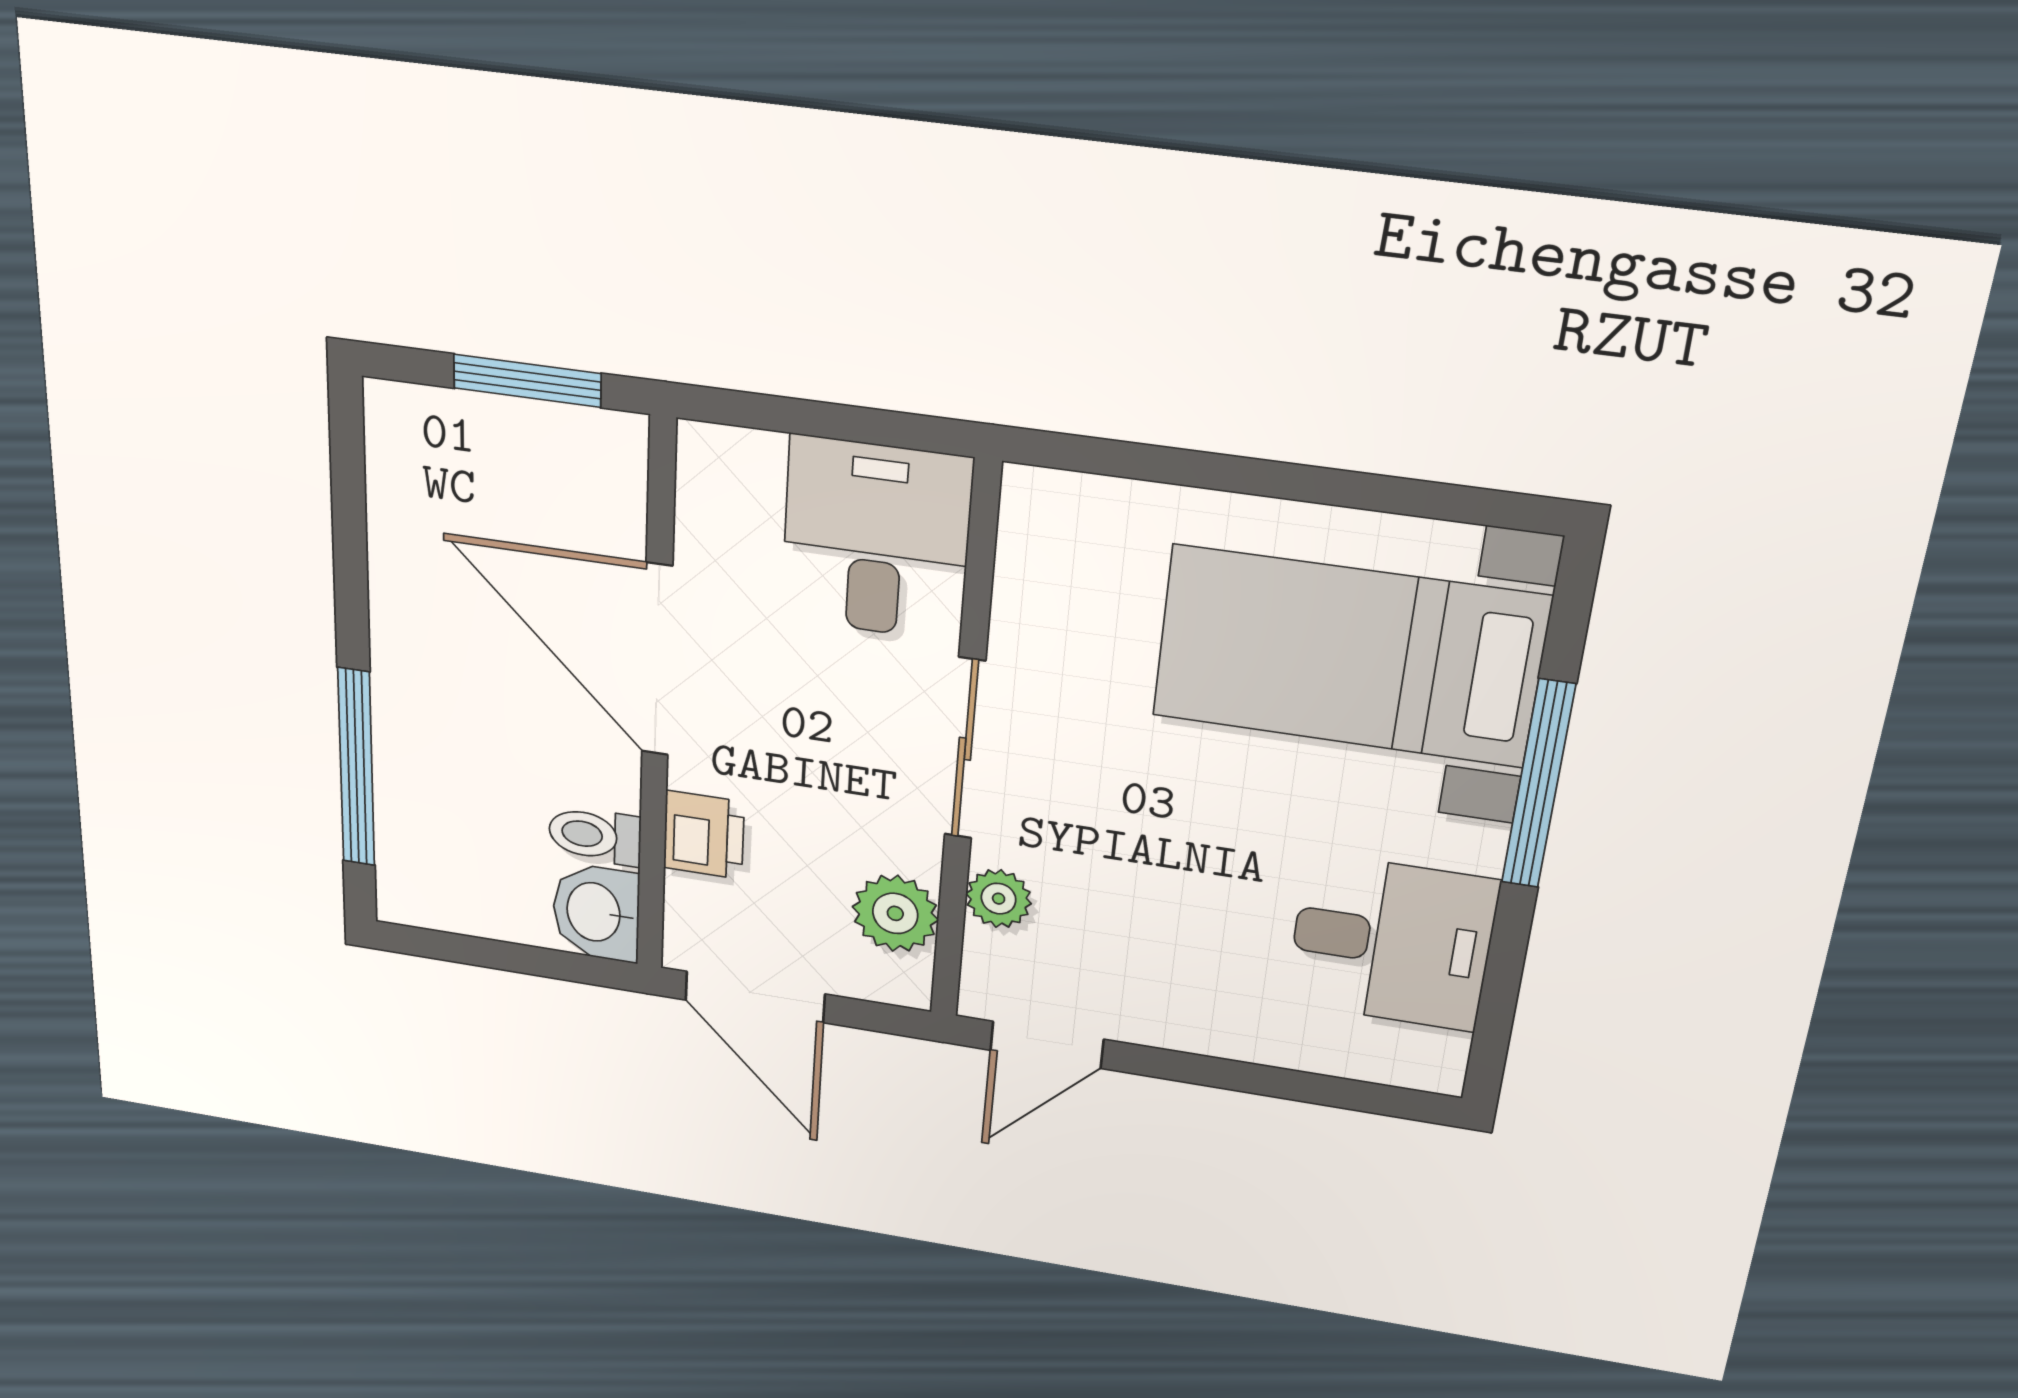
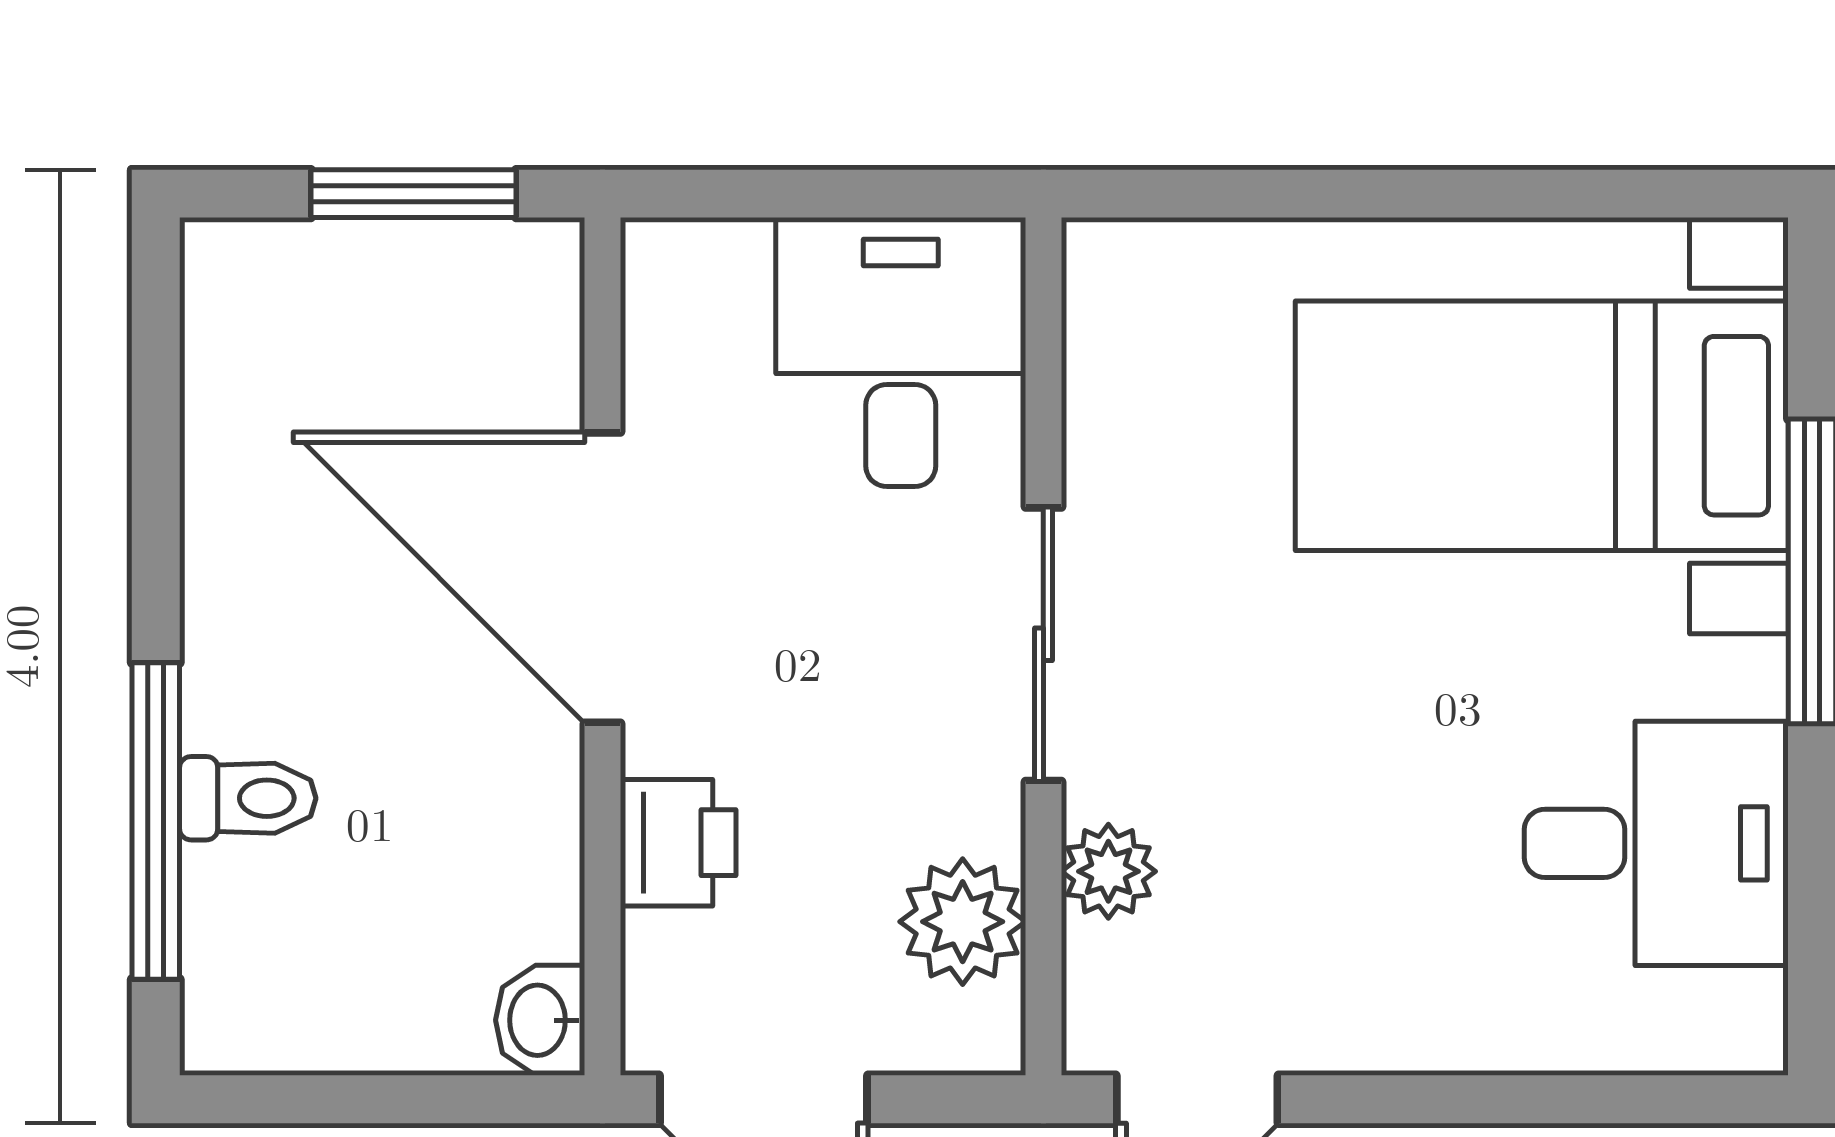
toilet: (595, 836) -> (248, 798), moved, turned 180
washbasin: (596, 912) -> (540, 1020), width x0.72, depth x0.69

